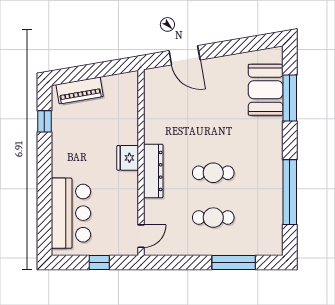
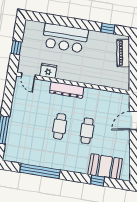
window: (290, 98) -> (98, 180), width x0.46
fridge: (128, 158) -> (48, 71), moved
bar counter: (71, 213) -> (65, 38), moved
cafe table: (213, 218) -> (87, 131), moved

